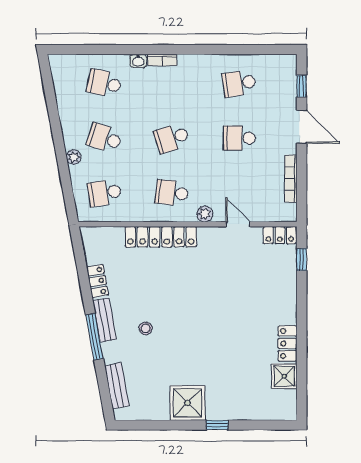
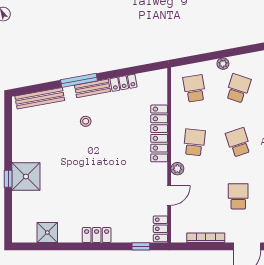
locker: (287, 343) -> (97, 235), moved
bench: (117, 386) -> (40, 98), width x1.36
shower: (188, 403) -> (26, 176), moved

